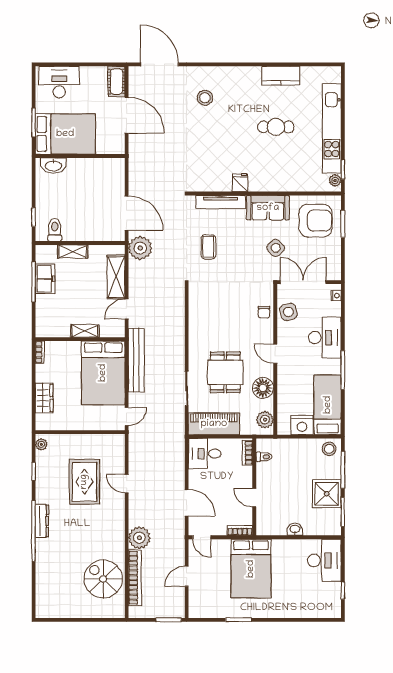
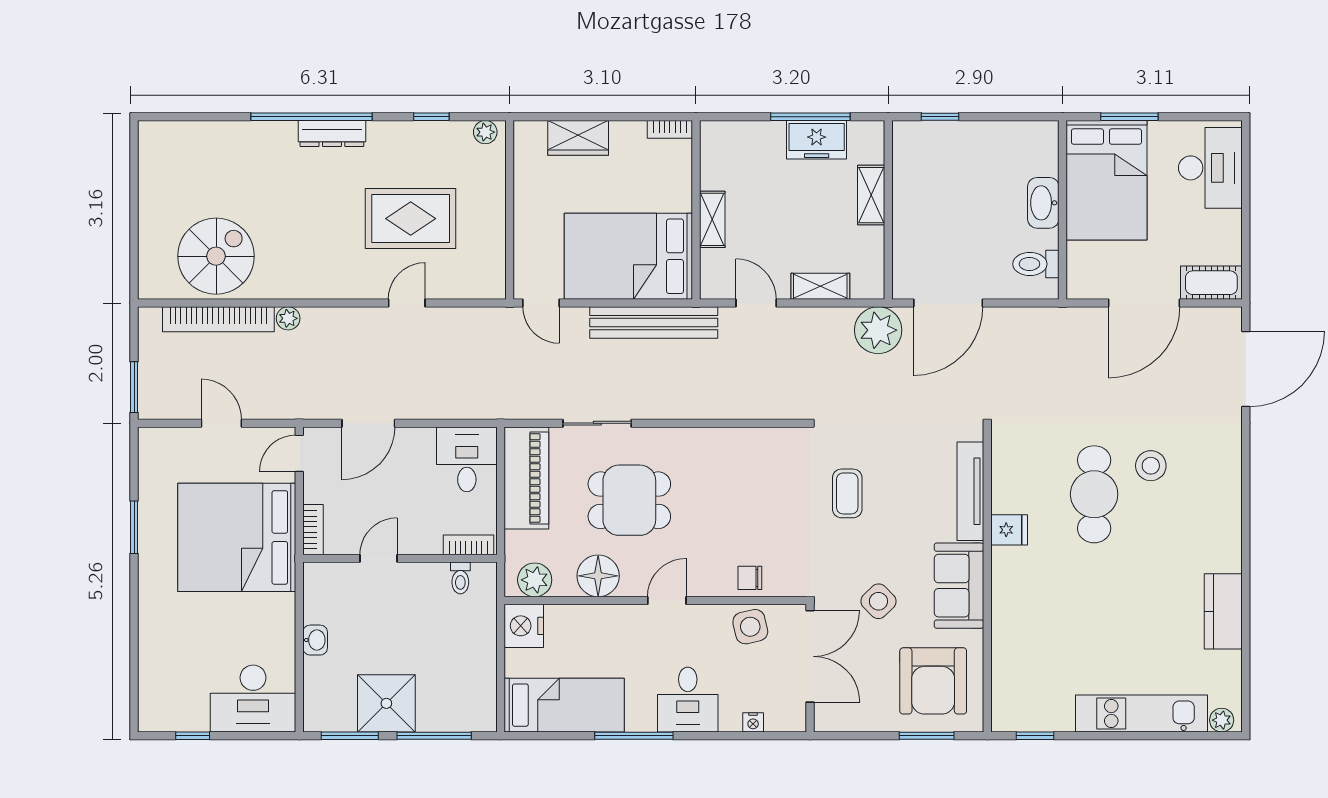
stool: (205, 98) -> (1151, 466), moved
cafe table: (276, 127) -> (1094, 494), moved, width x1.37, depth x1.35
kitchen unit: (332, 128) -> (1141, 714), width x0.73
washbasin: (53, 166) -> (1043, 203), moved
plant: (335, 180) -> (1222, 720), moved
toilet: (55, 230) -> (1036, 264), moved, turned 180
coffee table: (209, 247) -> (847, 493), moved, turned 90
shelving: (116, 277) -> (820, 286), width x0.67, depth x0.75
nightstand: (336, 296) -> (753, 722), moved
desk: (325, 338) -> (688, 700), width x0.73
nightstand: (302, 425) -> (524, 626), moved
stool: (329, 449) -> (476, 708), removed
plant: (139, 538) -> (288, 318), width x0.53, depth x0.53
bed: (251, 569) -> (237, 537), width x1.36

